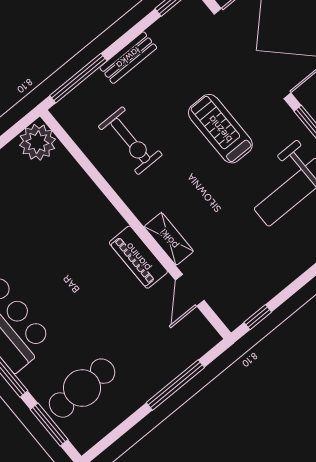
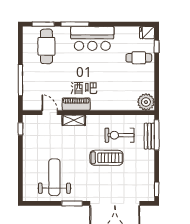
bench: (128, 58) -> (149, 136), moved
treadmill: (220, 129) -> (106, 158), moved

